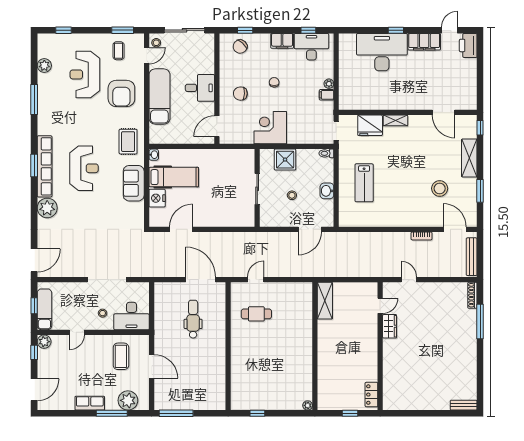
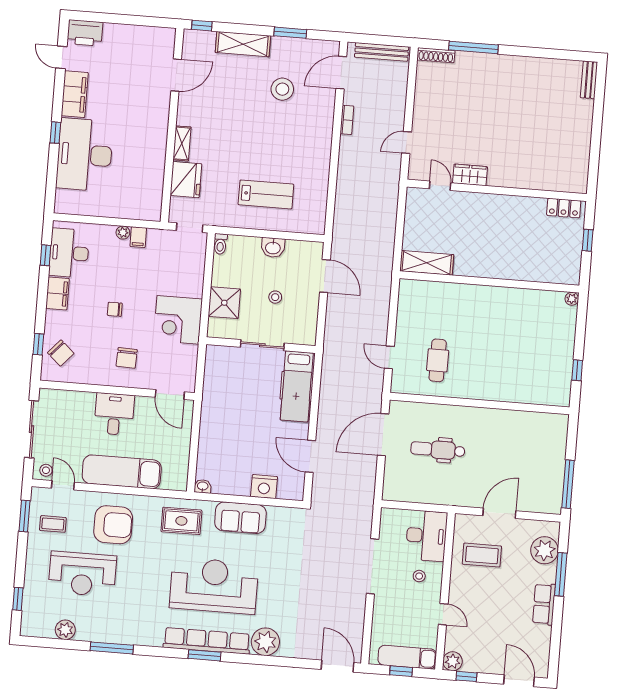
reception desk: (84, 168) -> (214, 586), width x1.36, depth x1.30
hospital bed: (174, 177) -> (297, 386), moved, turned 180

